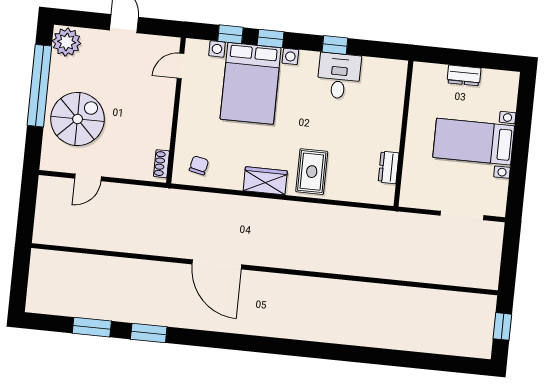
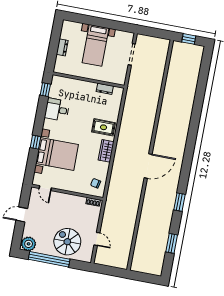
window: (230, 34) -> (32, 162), removed
window: (335, 45) -> (45, 90), moved
door: (217, 264) -> (148, 166), moved
window: (149, 333) -> (179, 202), moved

